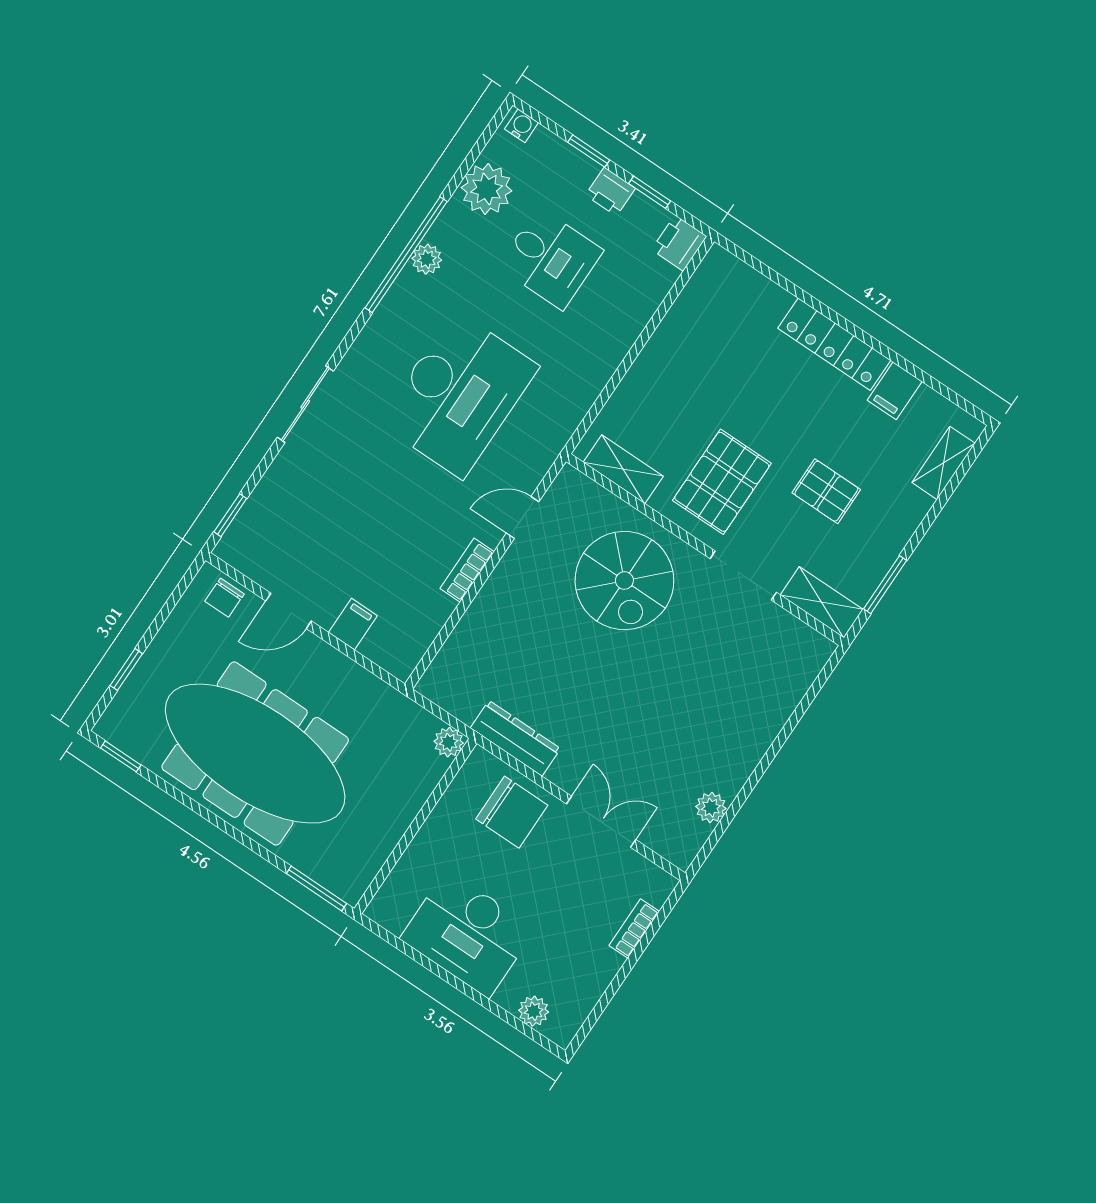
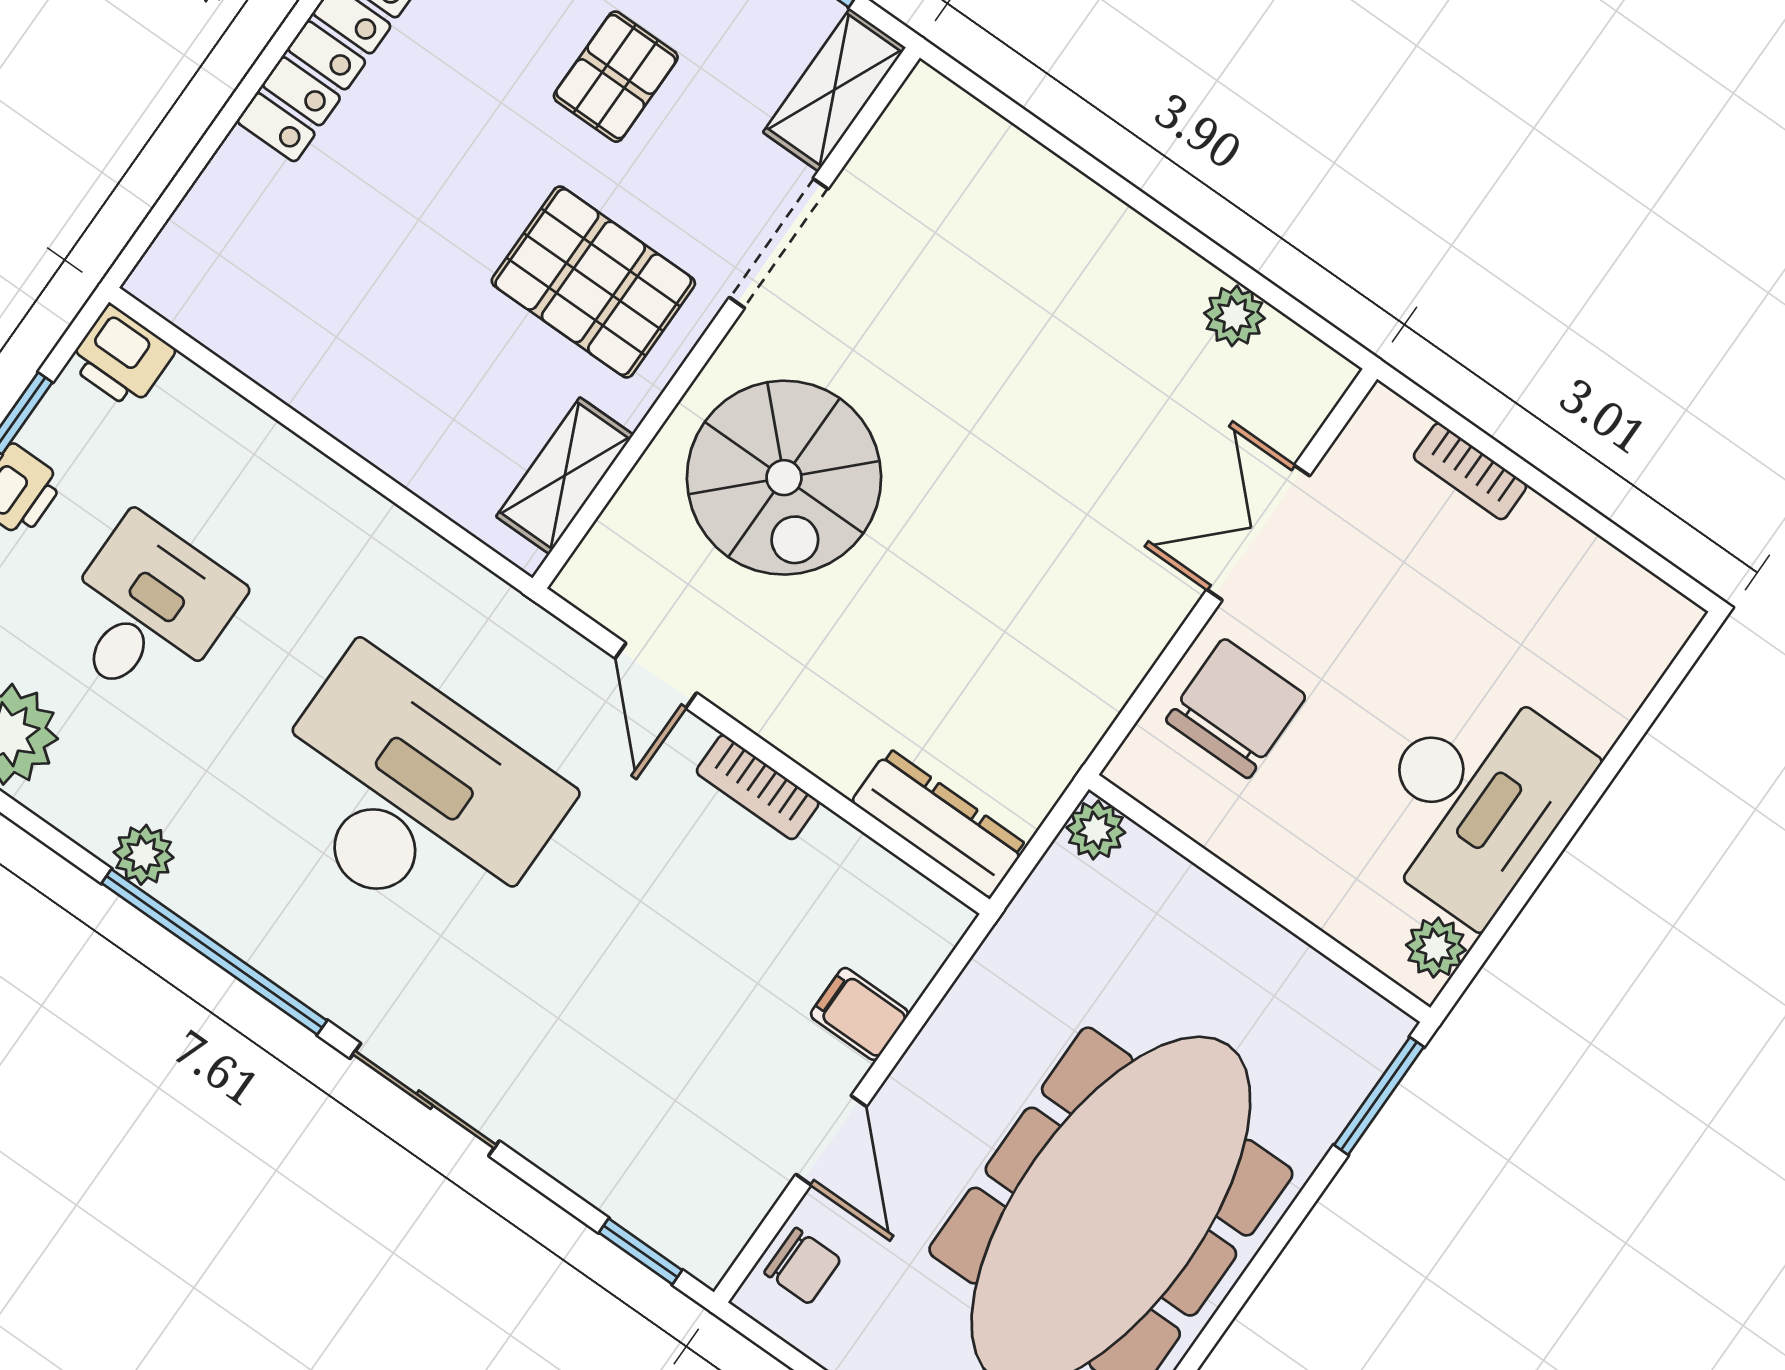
window: (406, 255) -> (214, 952), moved
spiral stairs: (624, 581) -> (784, 478), turned 90
dresser: (515, 738) -> (939, 823), moved, turned 90
plant: (534, 1011) -> (1436, 948), moved

